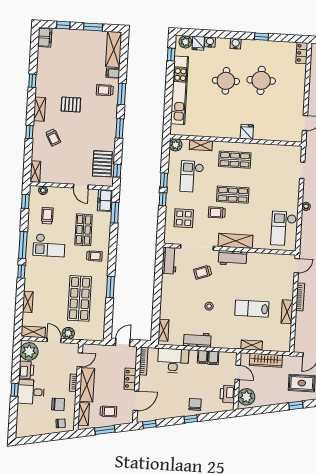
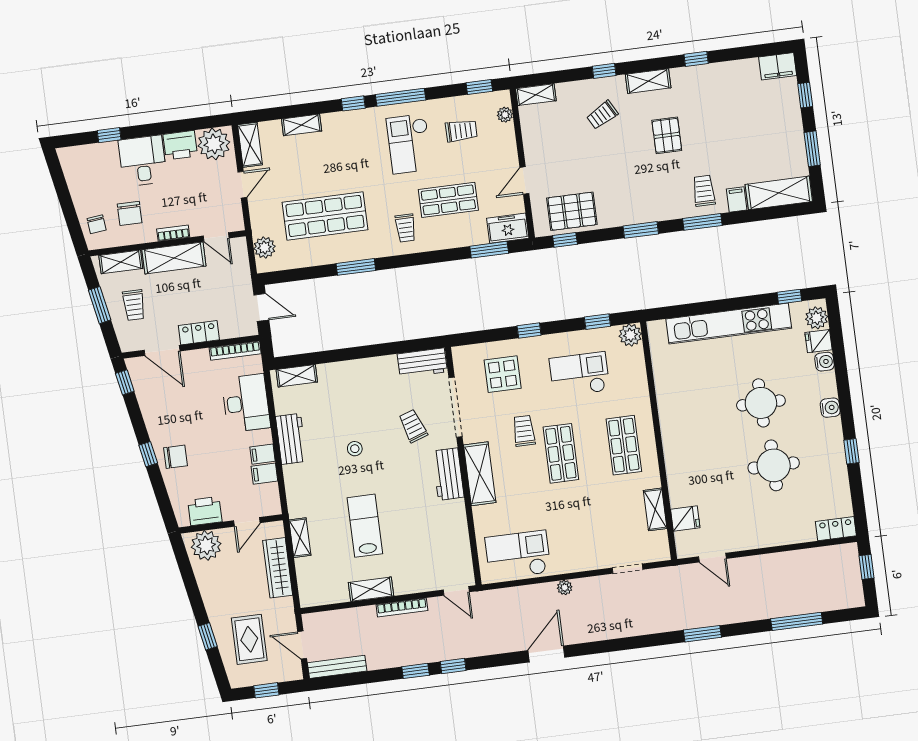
fridge: (247, 132) -> (685, 518), moved
shelving: (201, 145) -> (655, 509), moved
window: (164, 180) -> (597, 322), moved
plant: (68, 333) -> (265, 247), moved
window: (15, 390) -> (109, 135), moved

